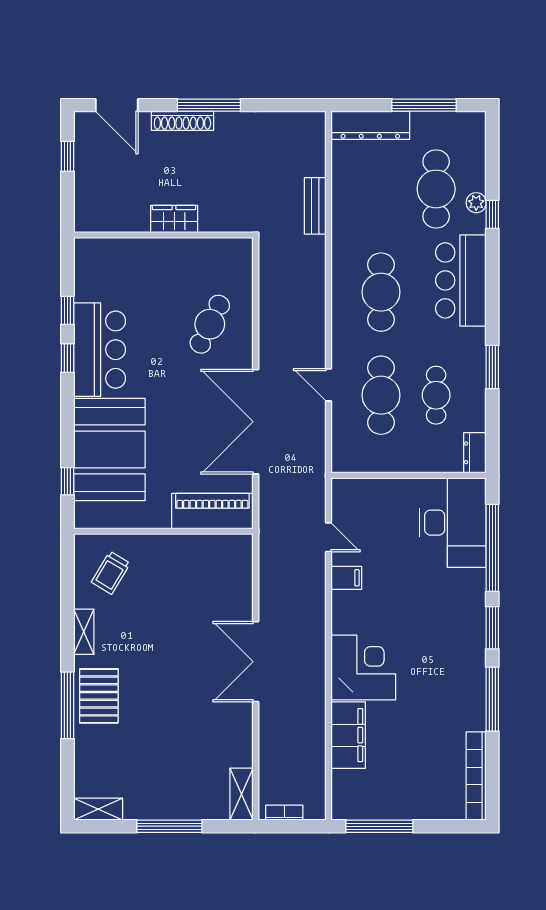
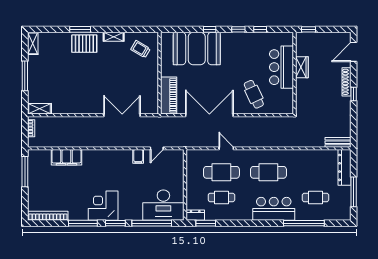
window: (209, 105) -> (354, 94), width x0.46
window: (67, 156) -> (308, 29), moved
cafe table: (436, 189) -> (315, 197), width x0.73, depth x0.74
plant: (476, 203) -> (309, 216), removed
bench: (315, 206) -> (338, 142), moved
window: (492, 214) -> (304, 223), width x3.17
wardrobe: (174, 219) -> (302, 67), moved
cafe table: (210, 324) -> (254, 94), turned 39
bar counter: (99, 350) -> (282, 67), moved, turned 90
window: (492, 367) -> (206, 223), moved
door: (328, 385) -> (226, 148), hinge flipped
window: (67, 481) -> (210, 29), moved
double door: (256, 662) -> (122, 115), moved
corner desk: (363, 667) -> (103, 206), moved, turned 180
window: (67, 705) -> (80, 29), width x0.69

